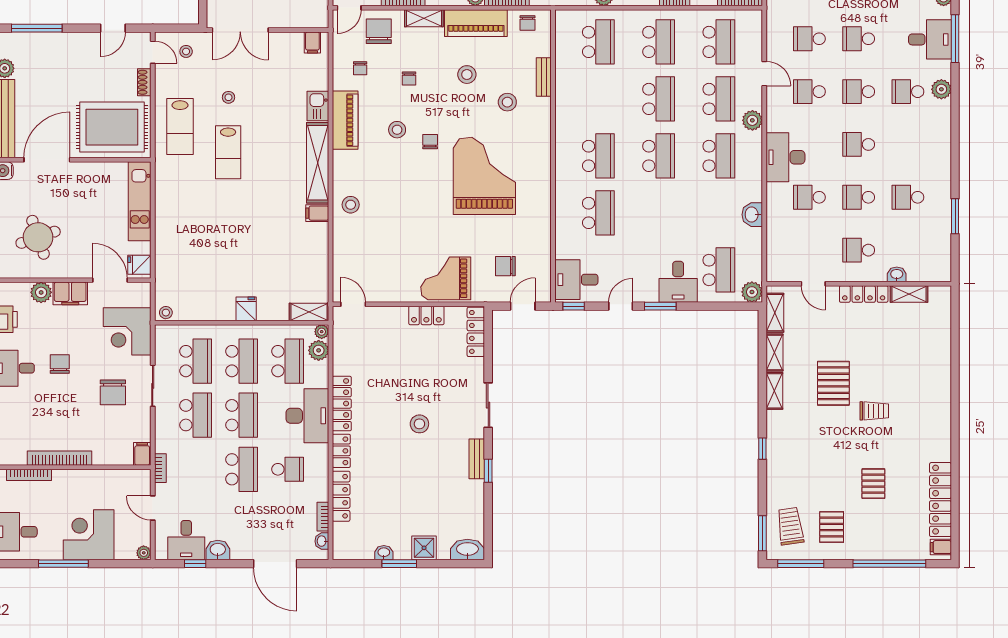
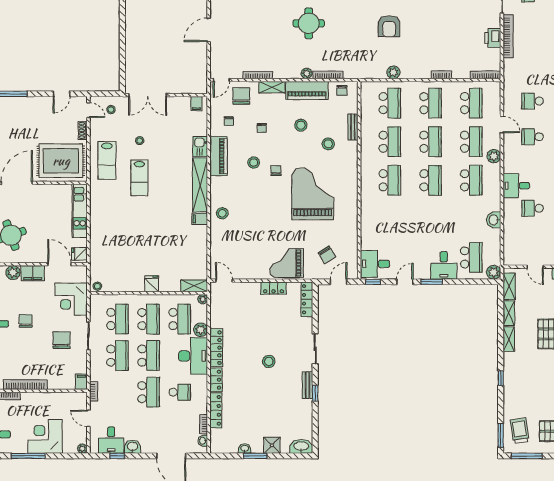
desk: (785, 157) -> (516, 186), width x0.73
school desk: (598, 213) -> (390, 142), moved
chair: (505, 266) -> (327, 255), turned -122
plant: (319, 350) -> (201, 330), moved
chair: (113, 392) -> (61, 340), turned 180

